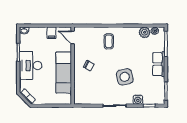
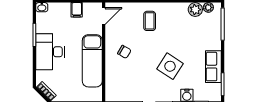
door: (73, 37) -> (104, 16), swing flipped
row of seats: (159, 64) -> (213, 67), moved
side table: (125, 77) -> (170, 66), turned 45

